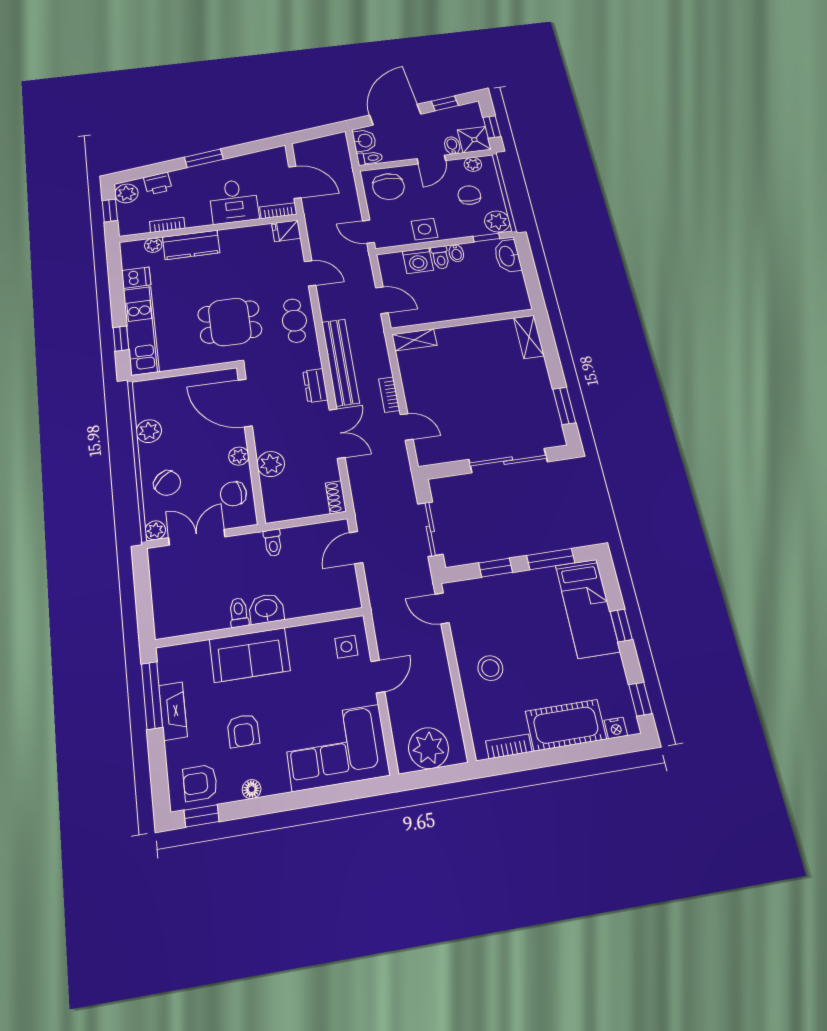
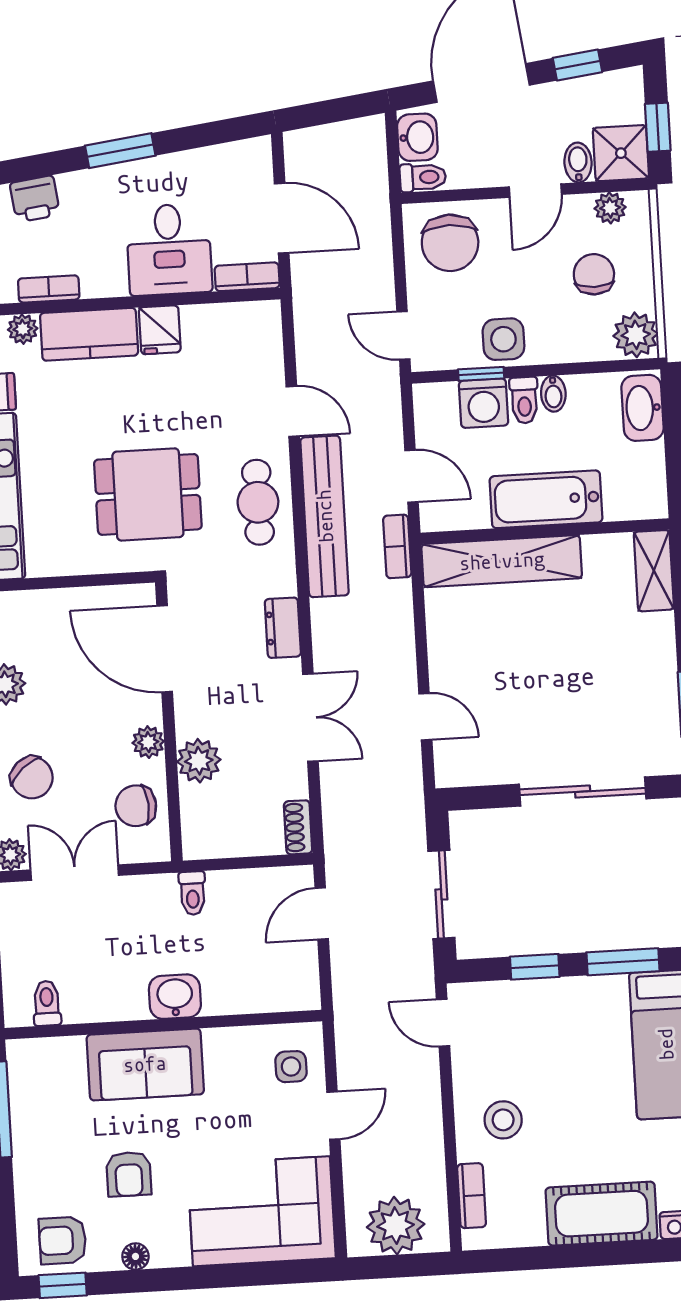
fridge: (286, 231) -> (160, 330), moved, turned -90
window: (486, 237) -> (481, 374), moved
bathtub: (461, 306) -> (546, 499), added
shelving: (414, 340) -> (502, 561), width x2.20, depth x1.33
bench: (340, 362) -> (325, 516), moved
bookcase: (389, 395) -> (397, 546), moved
toilet: (239, 612) -> (47, 1003), moved
fireplace: (173, 711) -> (28, 1136), removed
bookcase: (509, 746) -> (472, 1196), moved, turned 90

